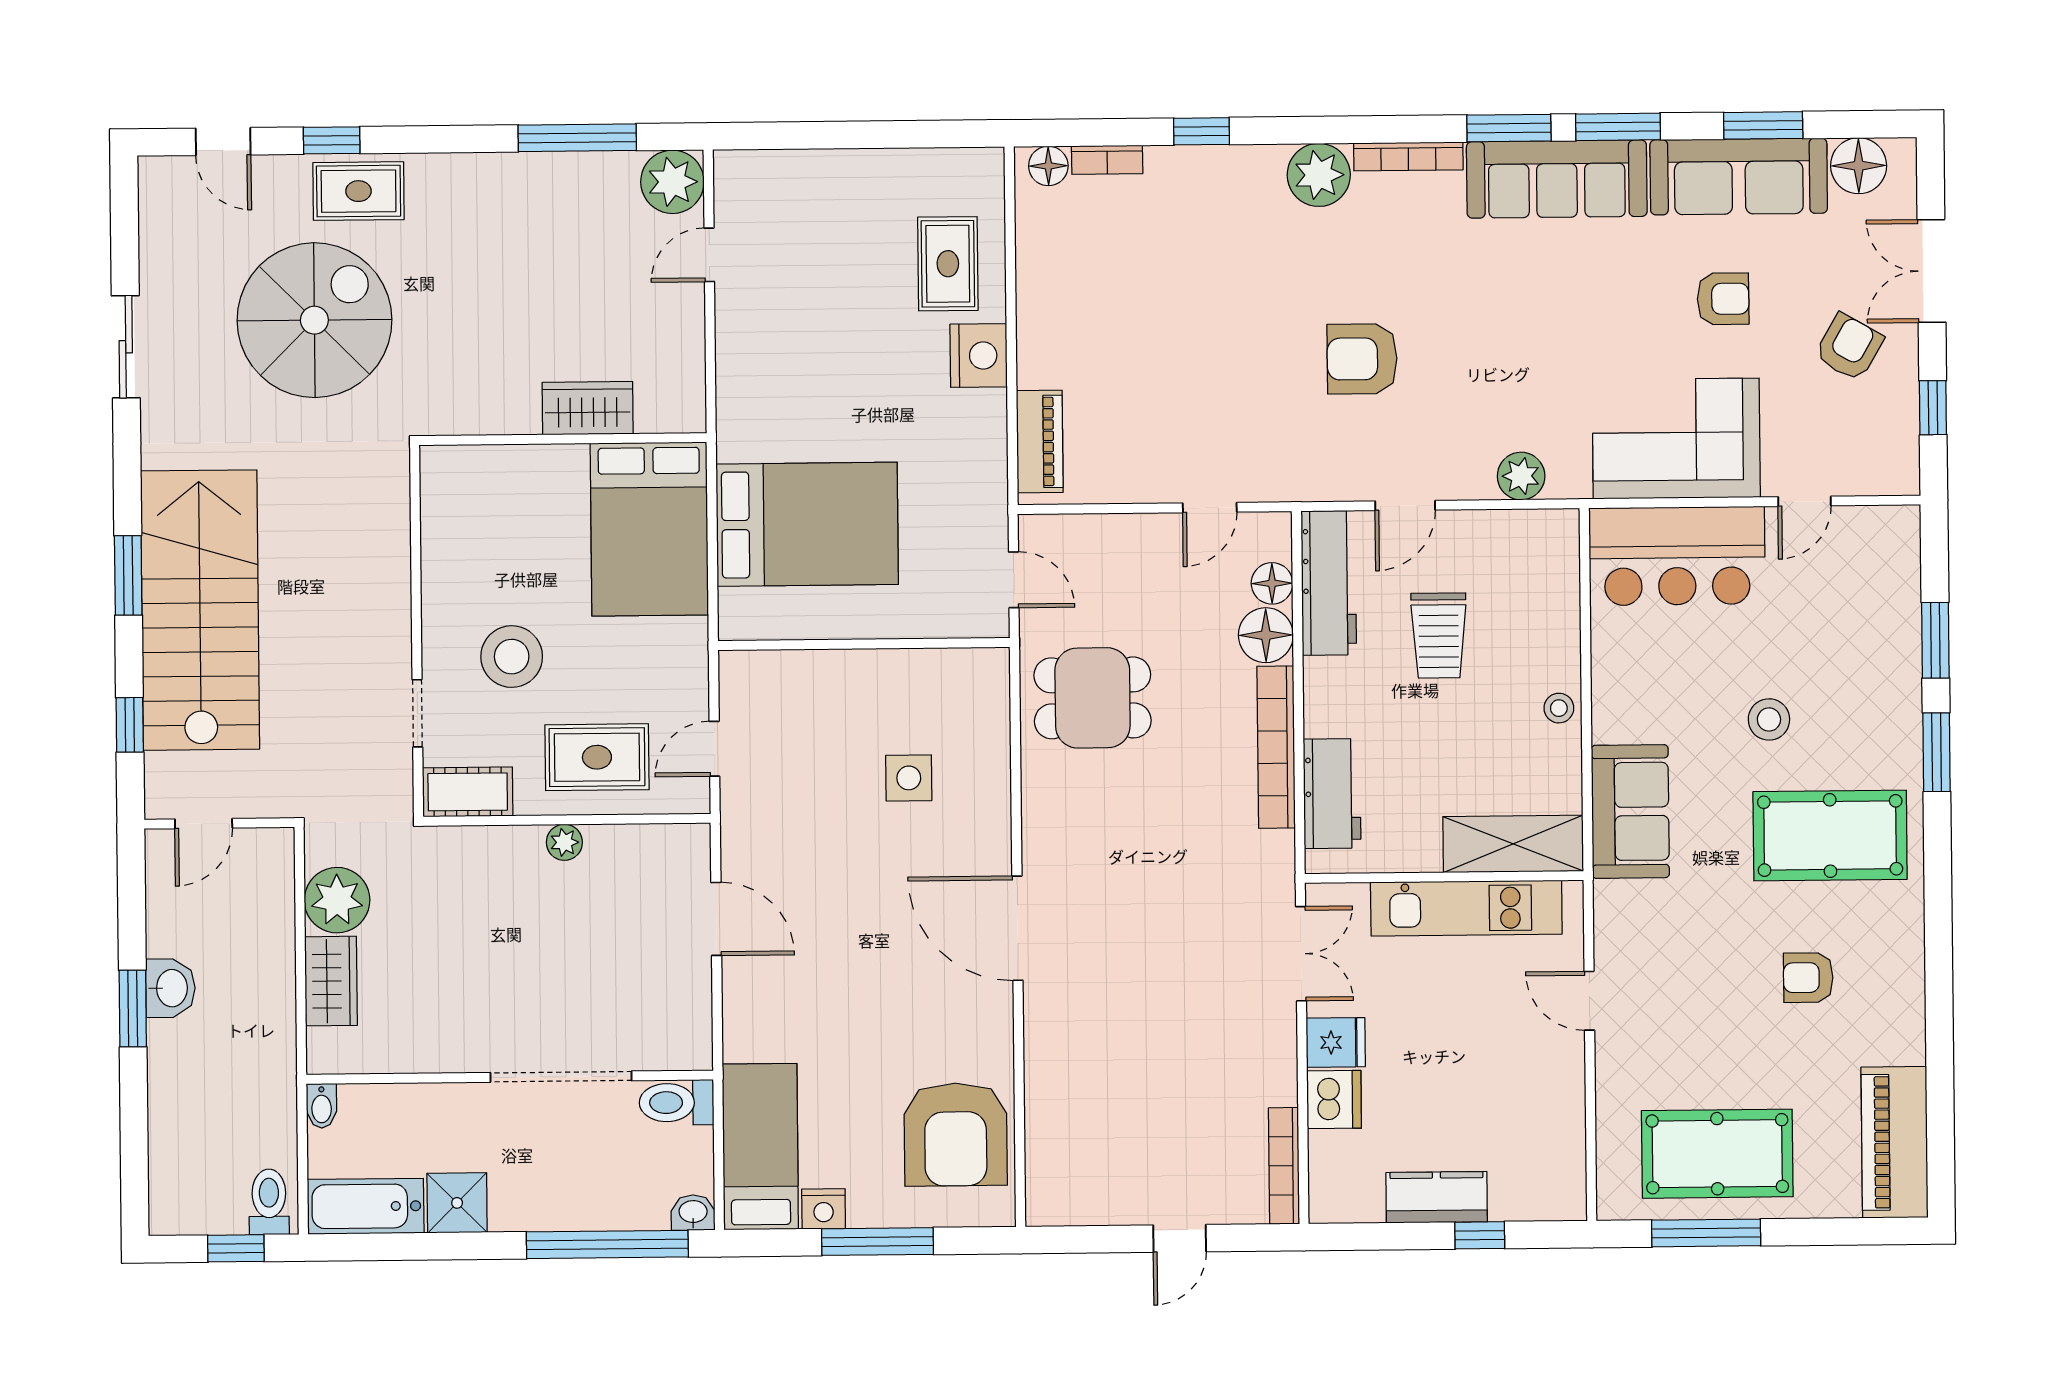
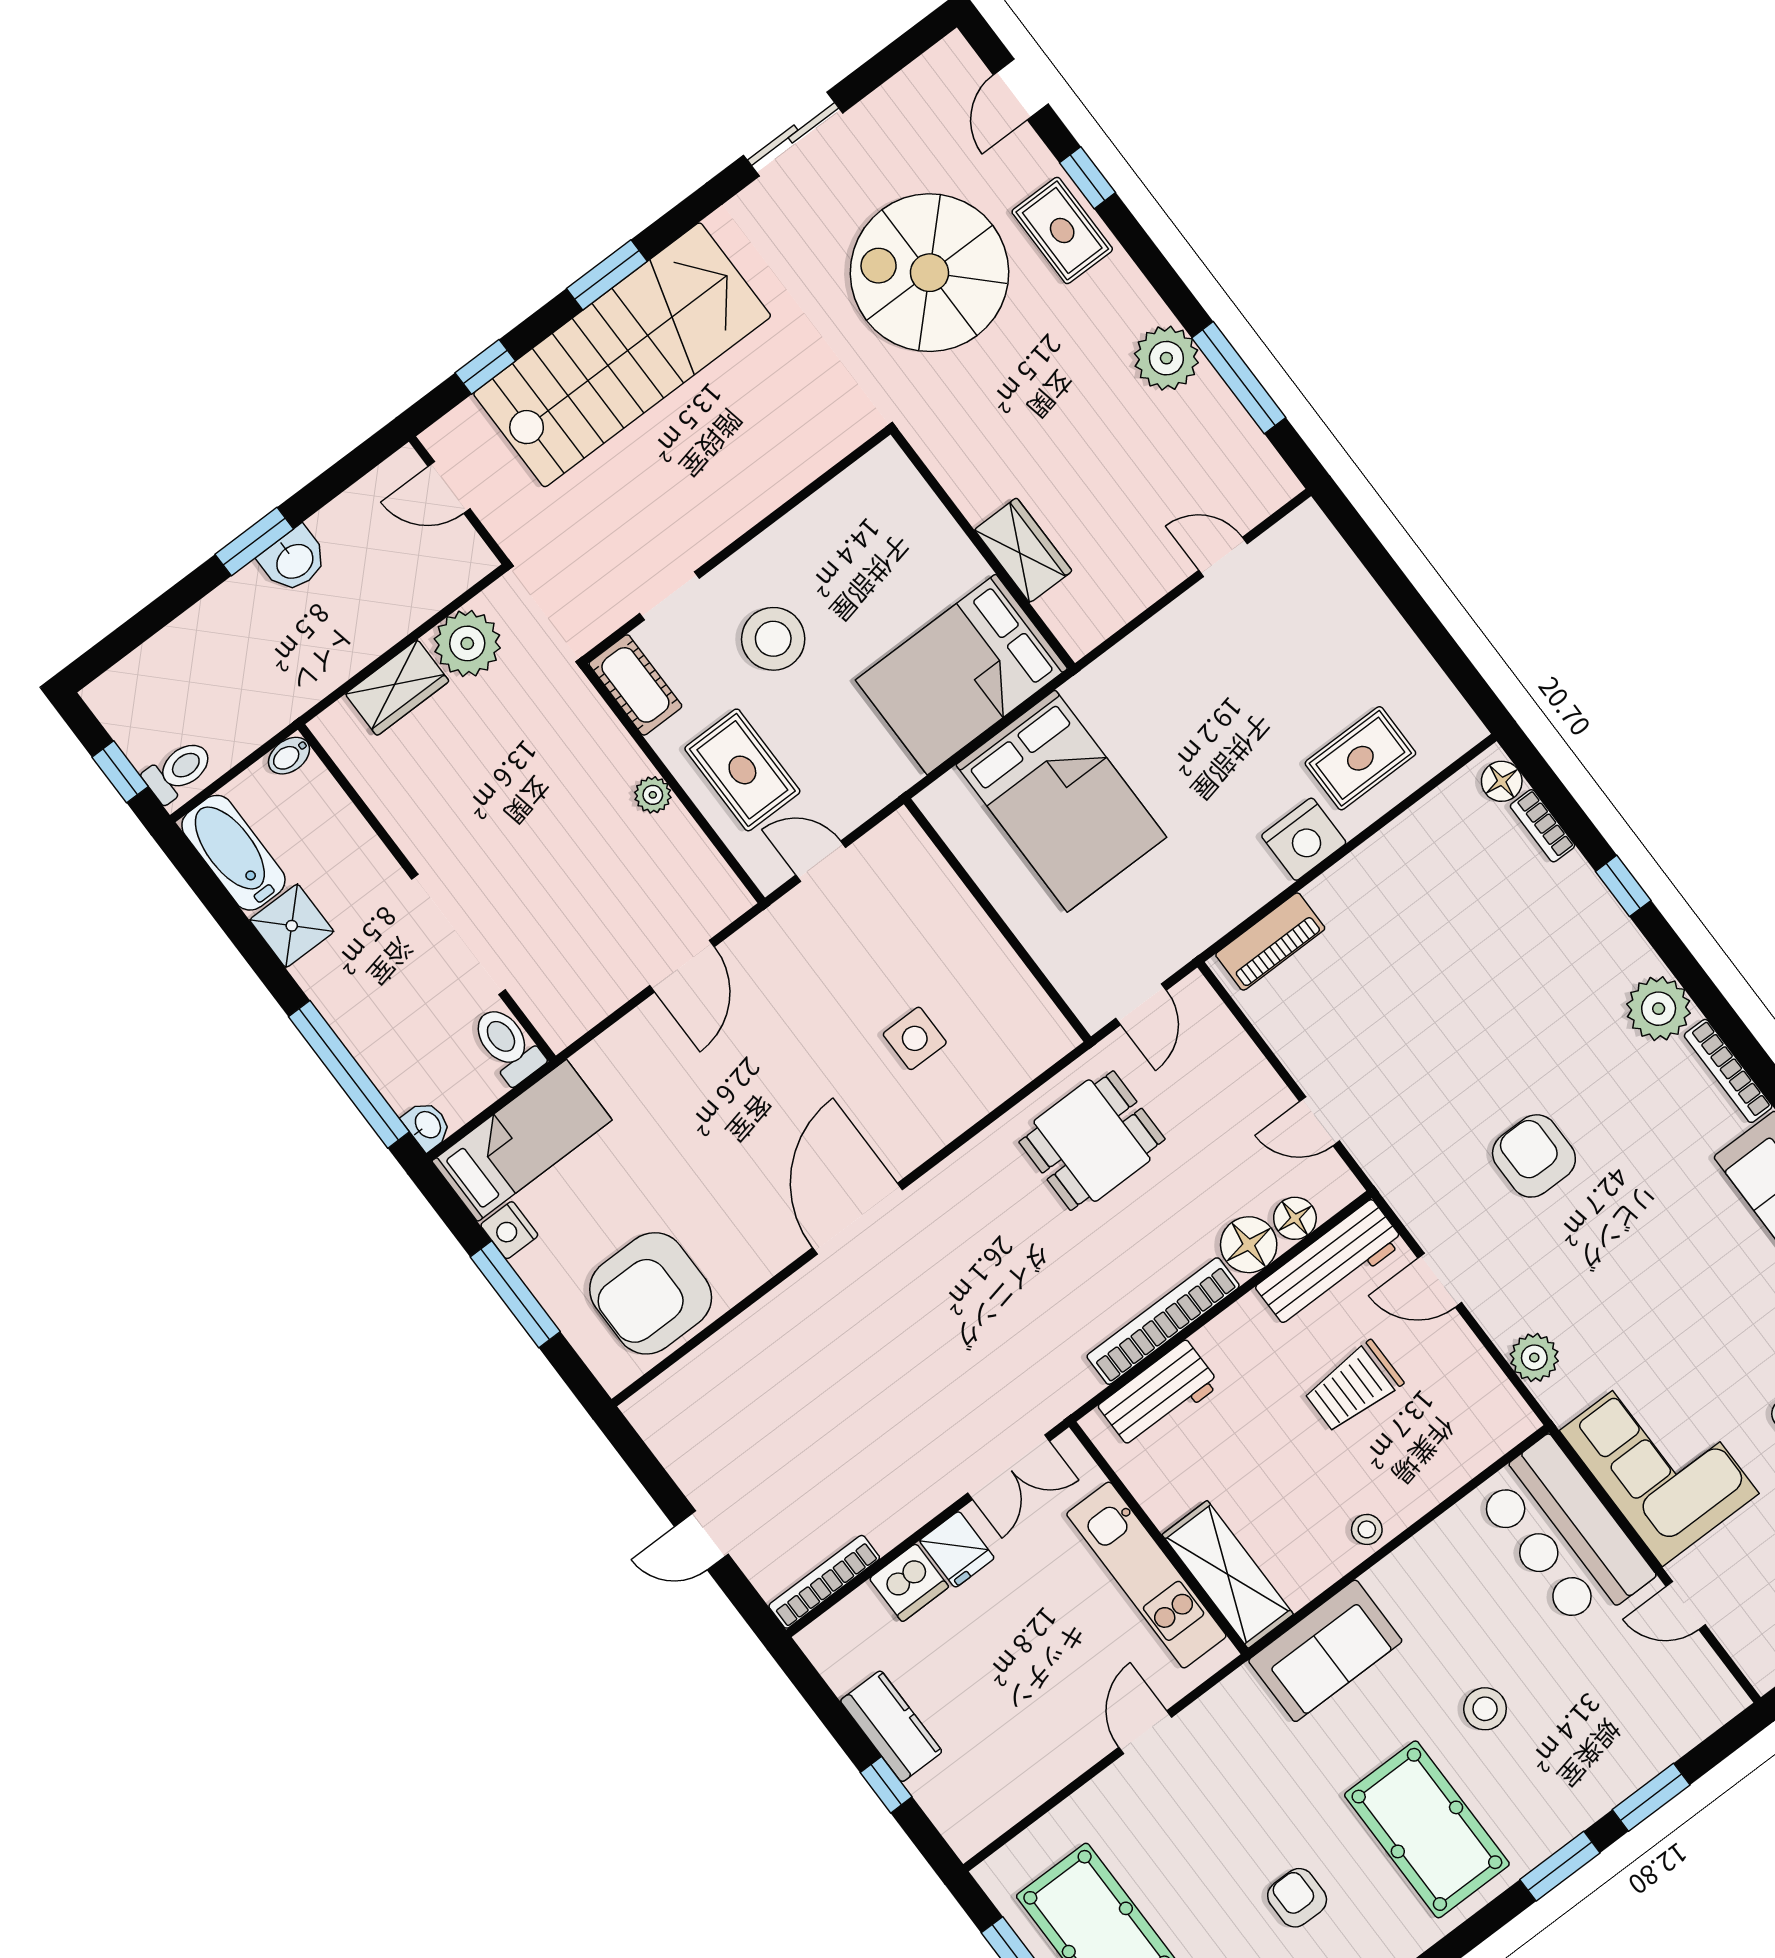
plant: (672, 182) -> (1166, 358), moved
spiral stairs: (314, 320) -> (929, 273), turned 180
dining table: (1093, 698) -> (1092, 1141), turned 90

